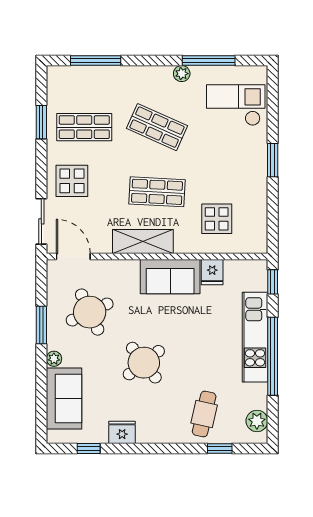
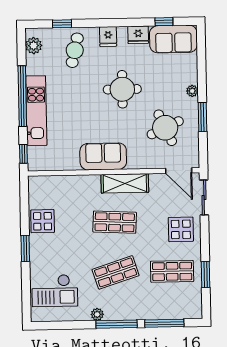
window: (209, 60) -> (117, 324), moved
shop shelf: (157, 127) -> (116, 272), turned -42
display table: (217, 219) -> (43, 221), moved
fridge: (212, 272) -> (108, 36), moved, turned 180
round table: (144, 363) -> (122, 89), turned 38
sofa: (64, 399) -> (173, 39), moved, turned -90

